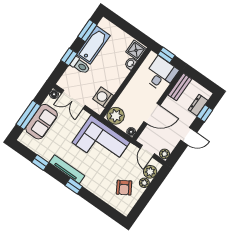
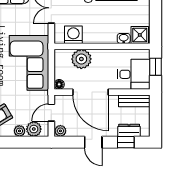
door: (152, 114) -> (90, 92), width x1.36
plant: (116, 116) -> (81, 59), moved

